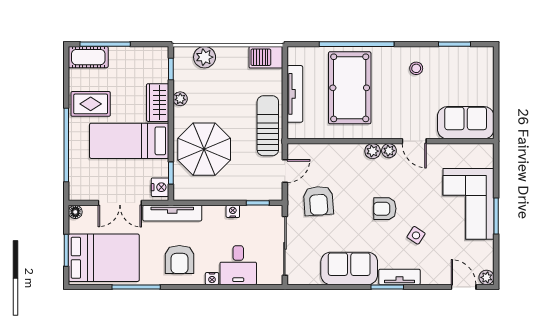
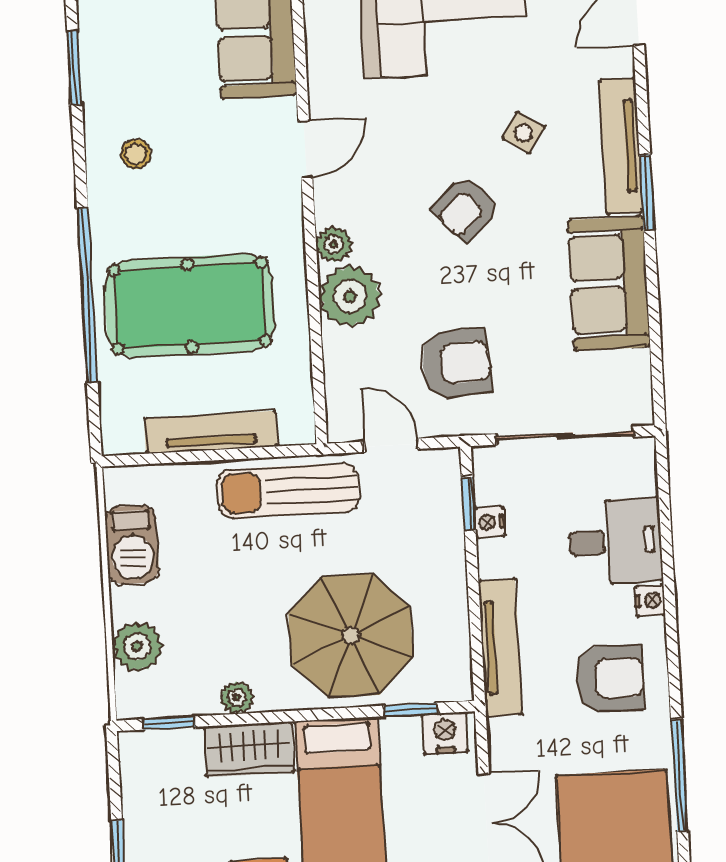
barbecue: (266, 57) -> (132, 545), moved
plant: (389, 151) -> (350, 296), moved, width x1.88, depth x1.88
armchair: (385, 209) -> (466, 209), turned 47
nightstand: (233, 211) -> (489, 522), moved
tv unit: (172, 213) -> (500, 647), moved
tv unit: (399, 277) -> (621, 146), width x1.41

